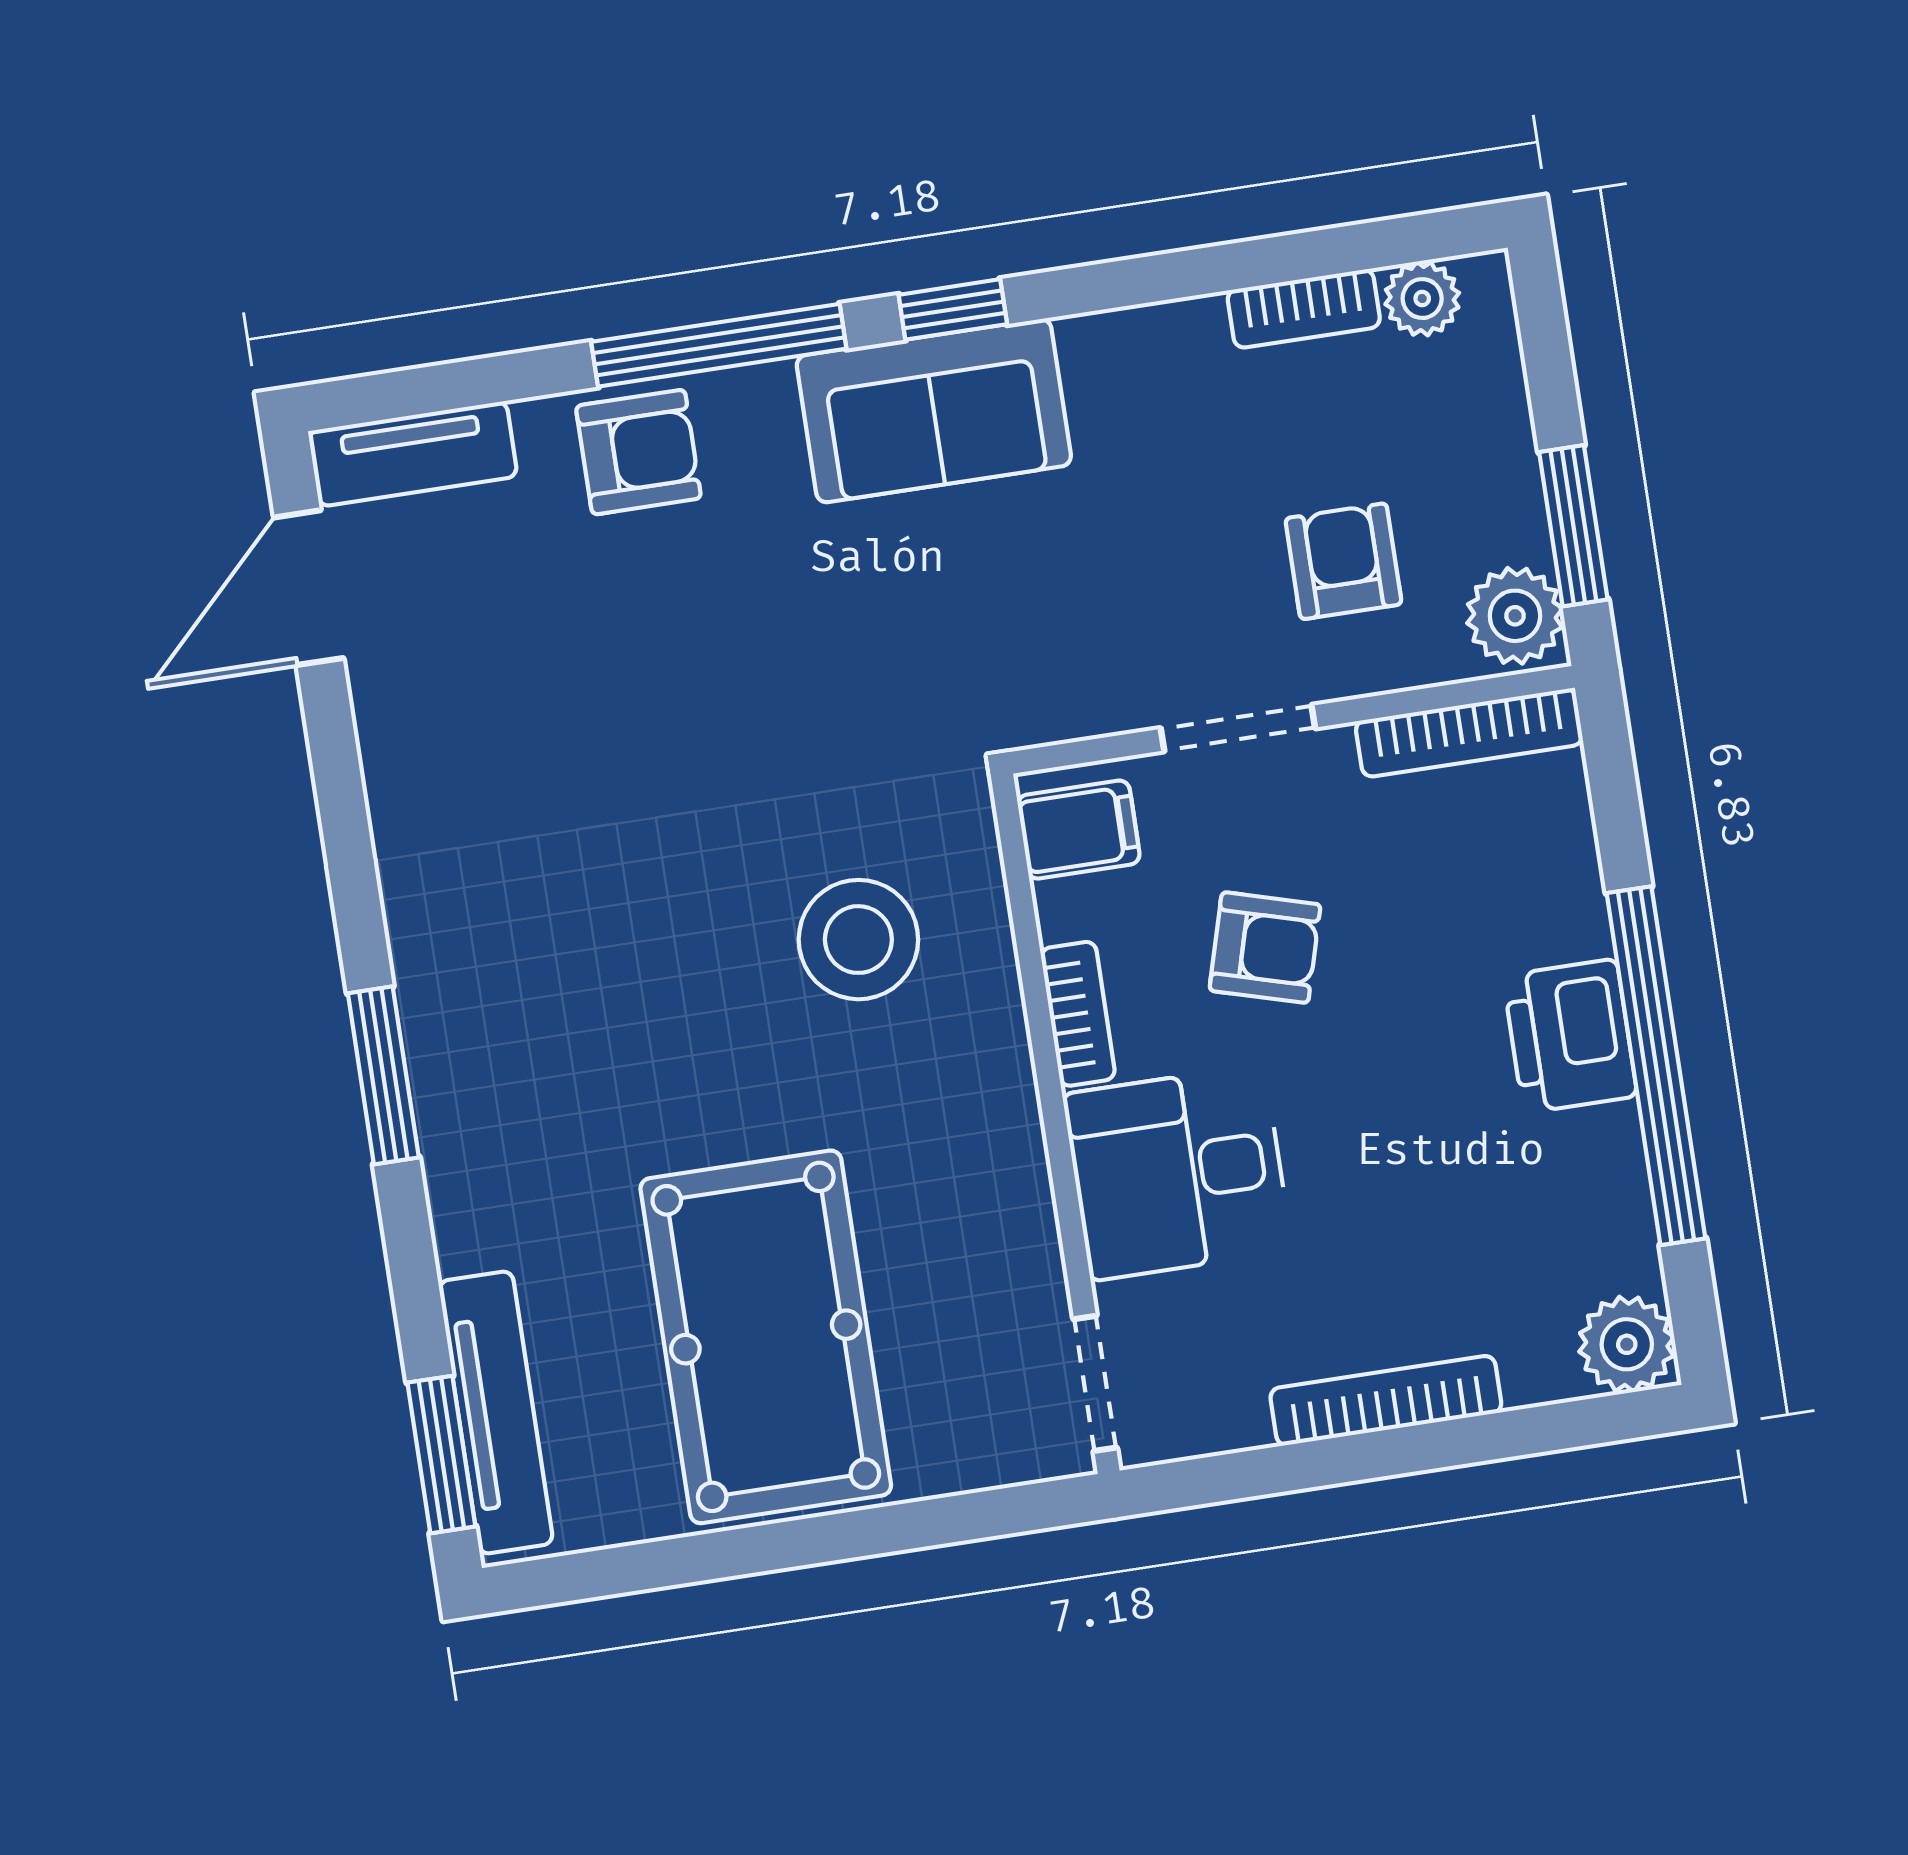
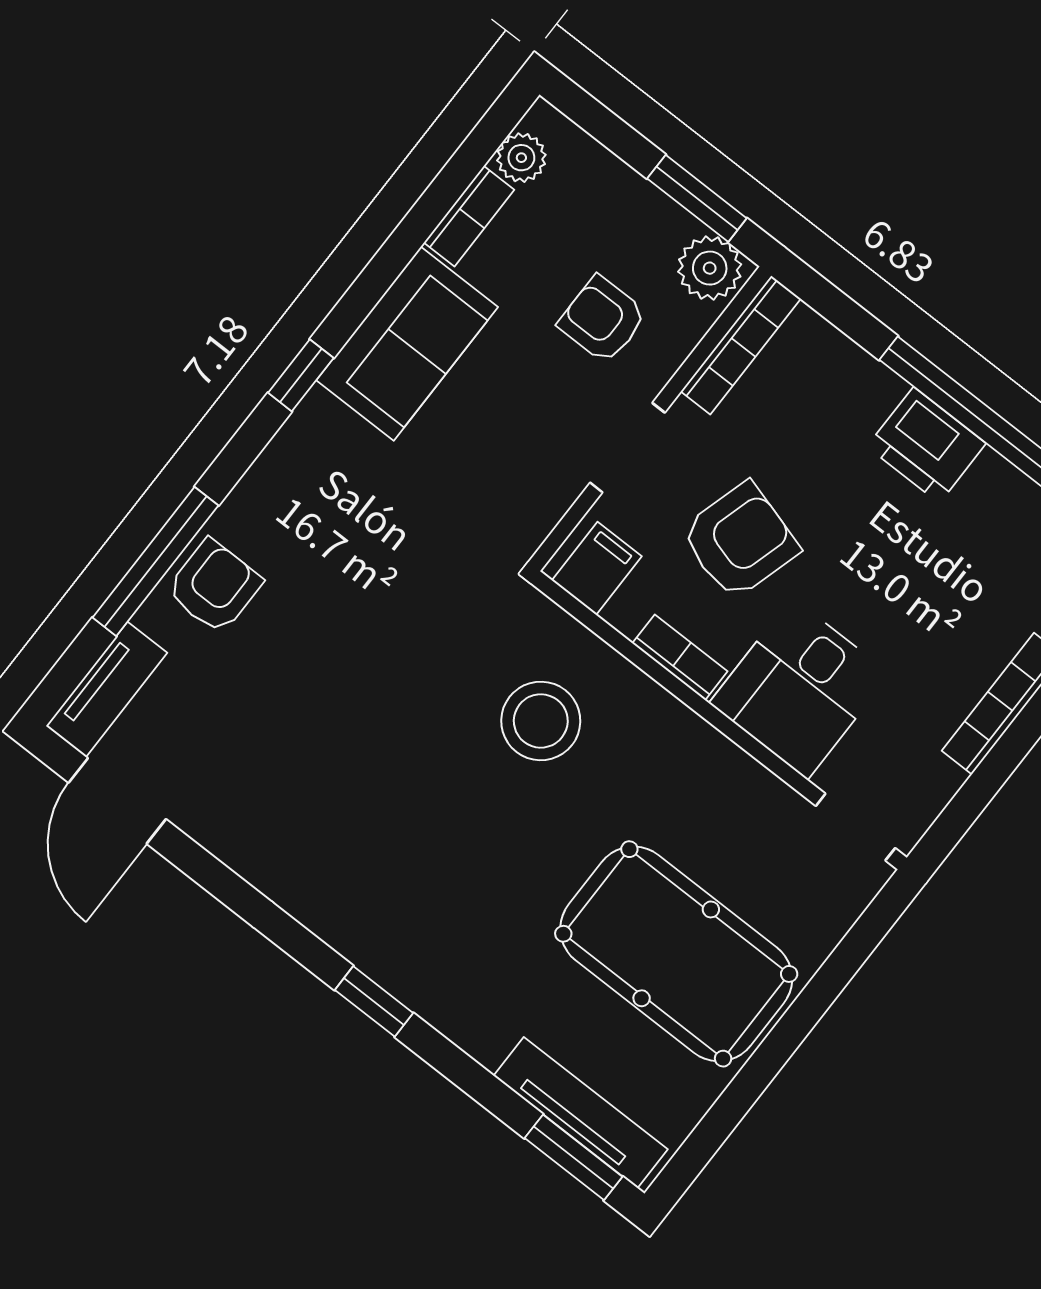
window: (719, 345) -> (155, 561), moved
sofa: (934, 411) -> (407, 344), moved
armchair: (1265, 948) -> (740, 541), width x1.38, depth x1.38
window: (383, 1075) -> (374, 1001), width x0.67

